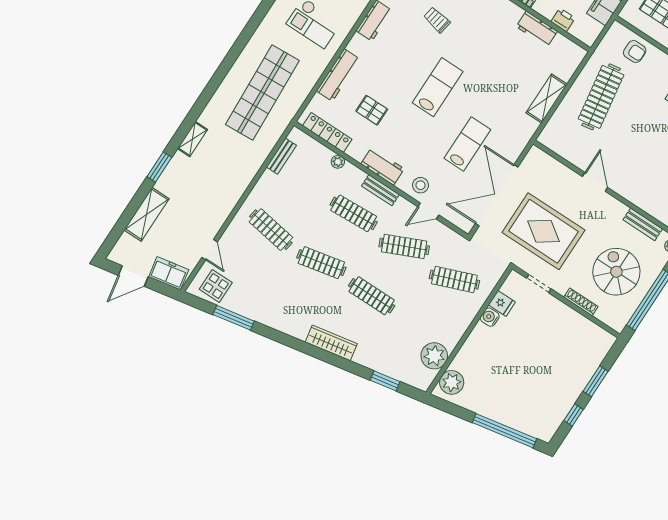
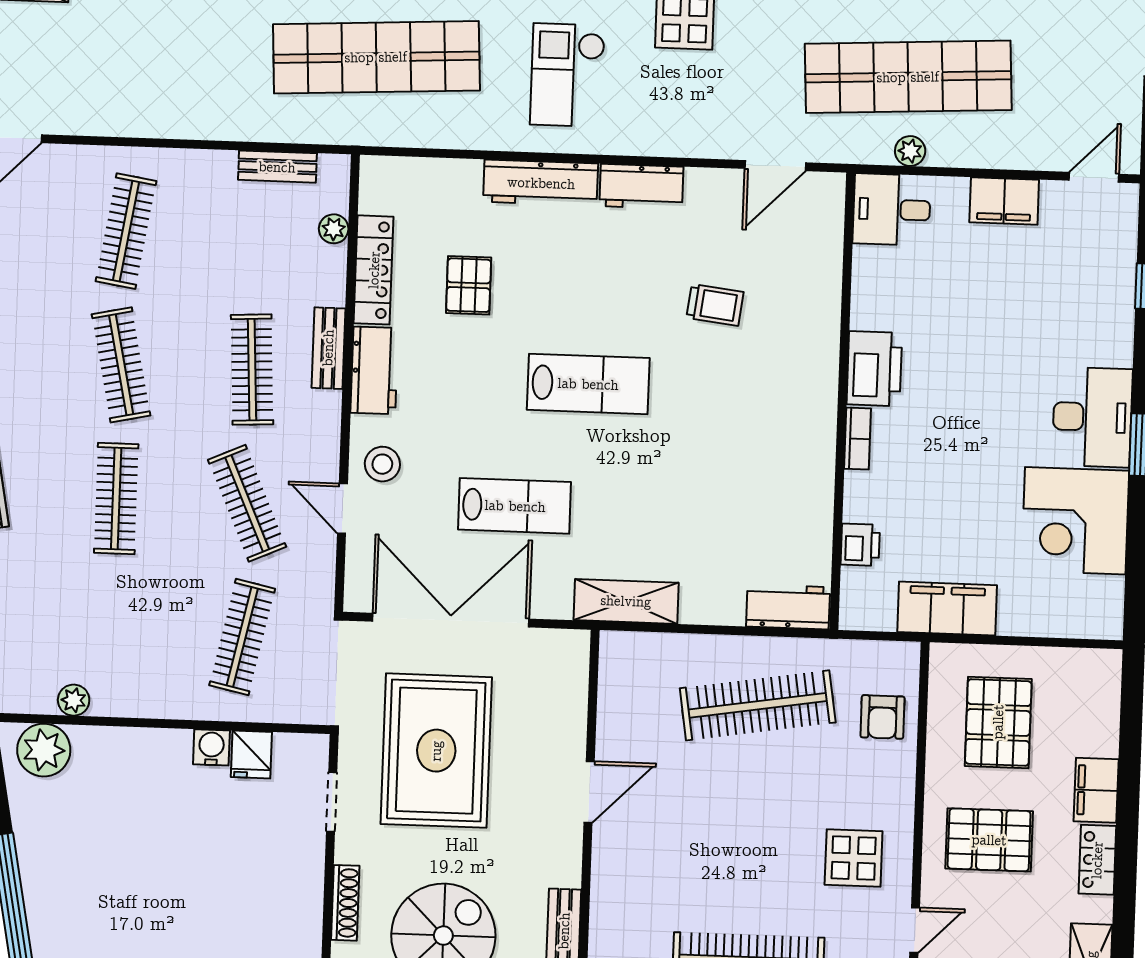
trolley: (437, 20) -> (715, 305), turned 87
workbench: (537, 29) -> (788, 607), moved, turned 90
workbench: (338, 75) -> (541, 183), moved
shelving: (547, 98) -> (626, 601), moved
locker: (327, 133) -> (374, 270), moved
plant: (338, 162) -> (334, 229), moved
bench: (380, 190) -> (328, 348), moved
clothes rail: (454, 280) -> (242, 637), turned 33
plant: (434, 356) -> (74, 700), width x0.53, depth x0.53

